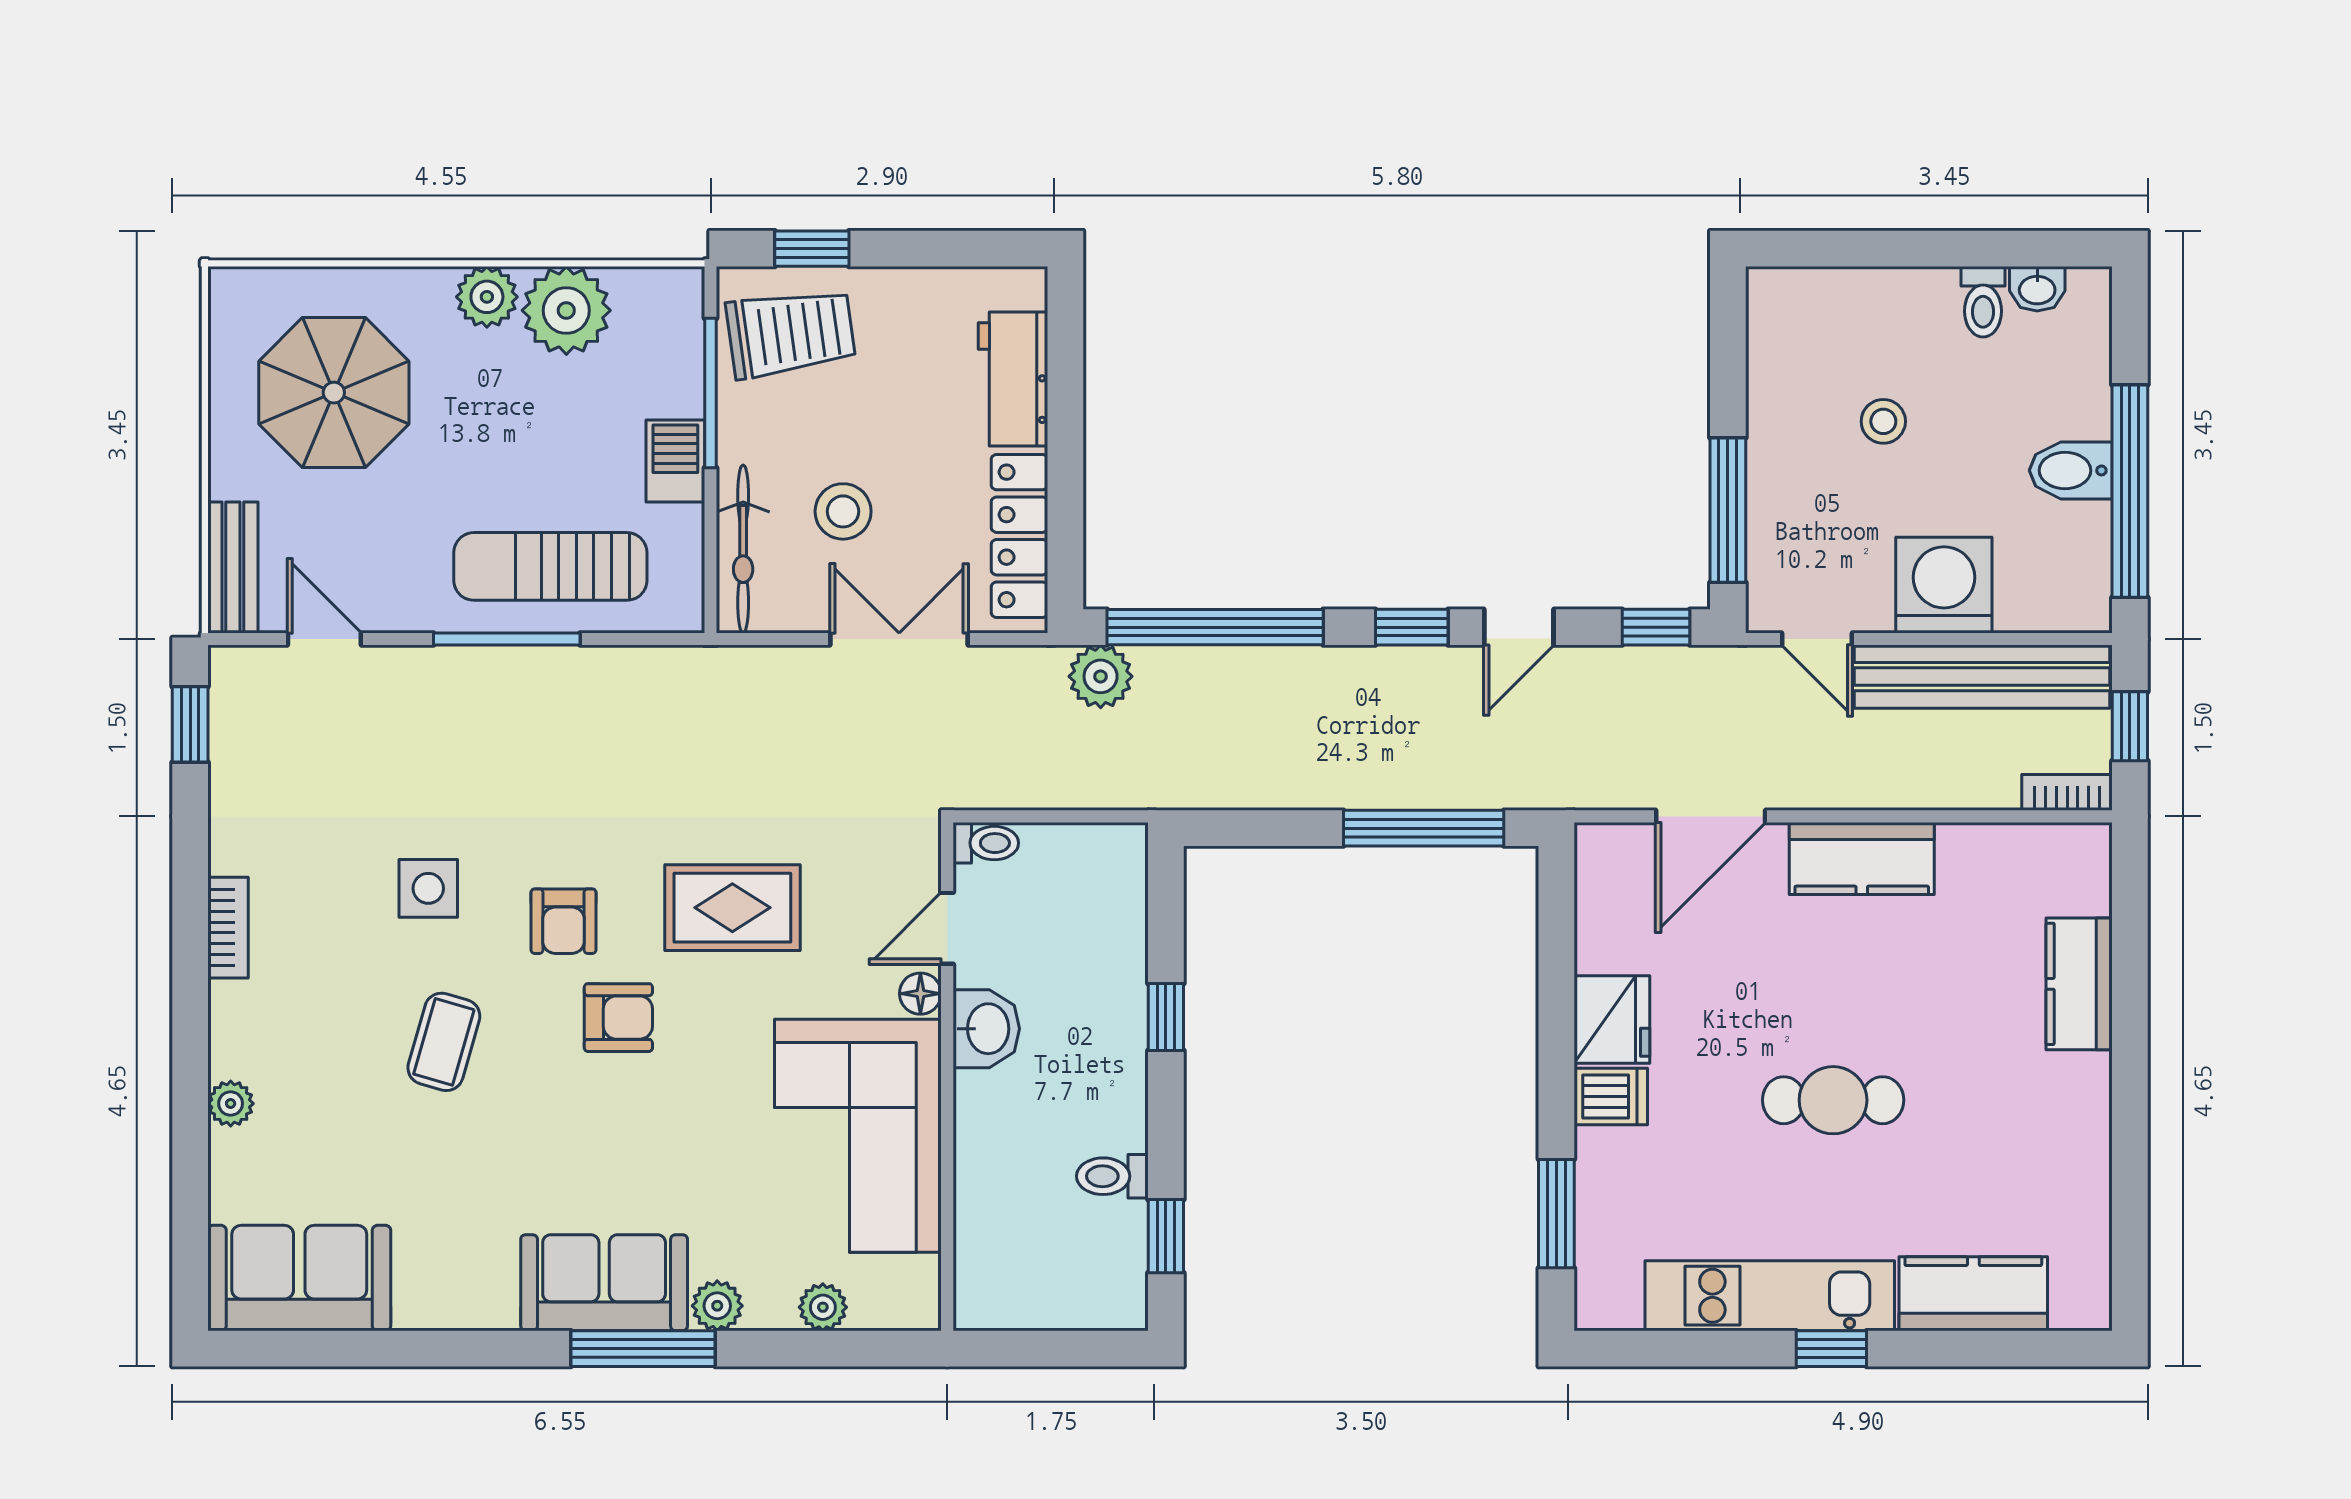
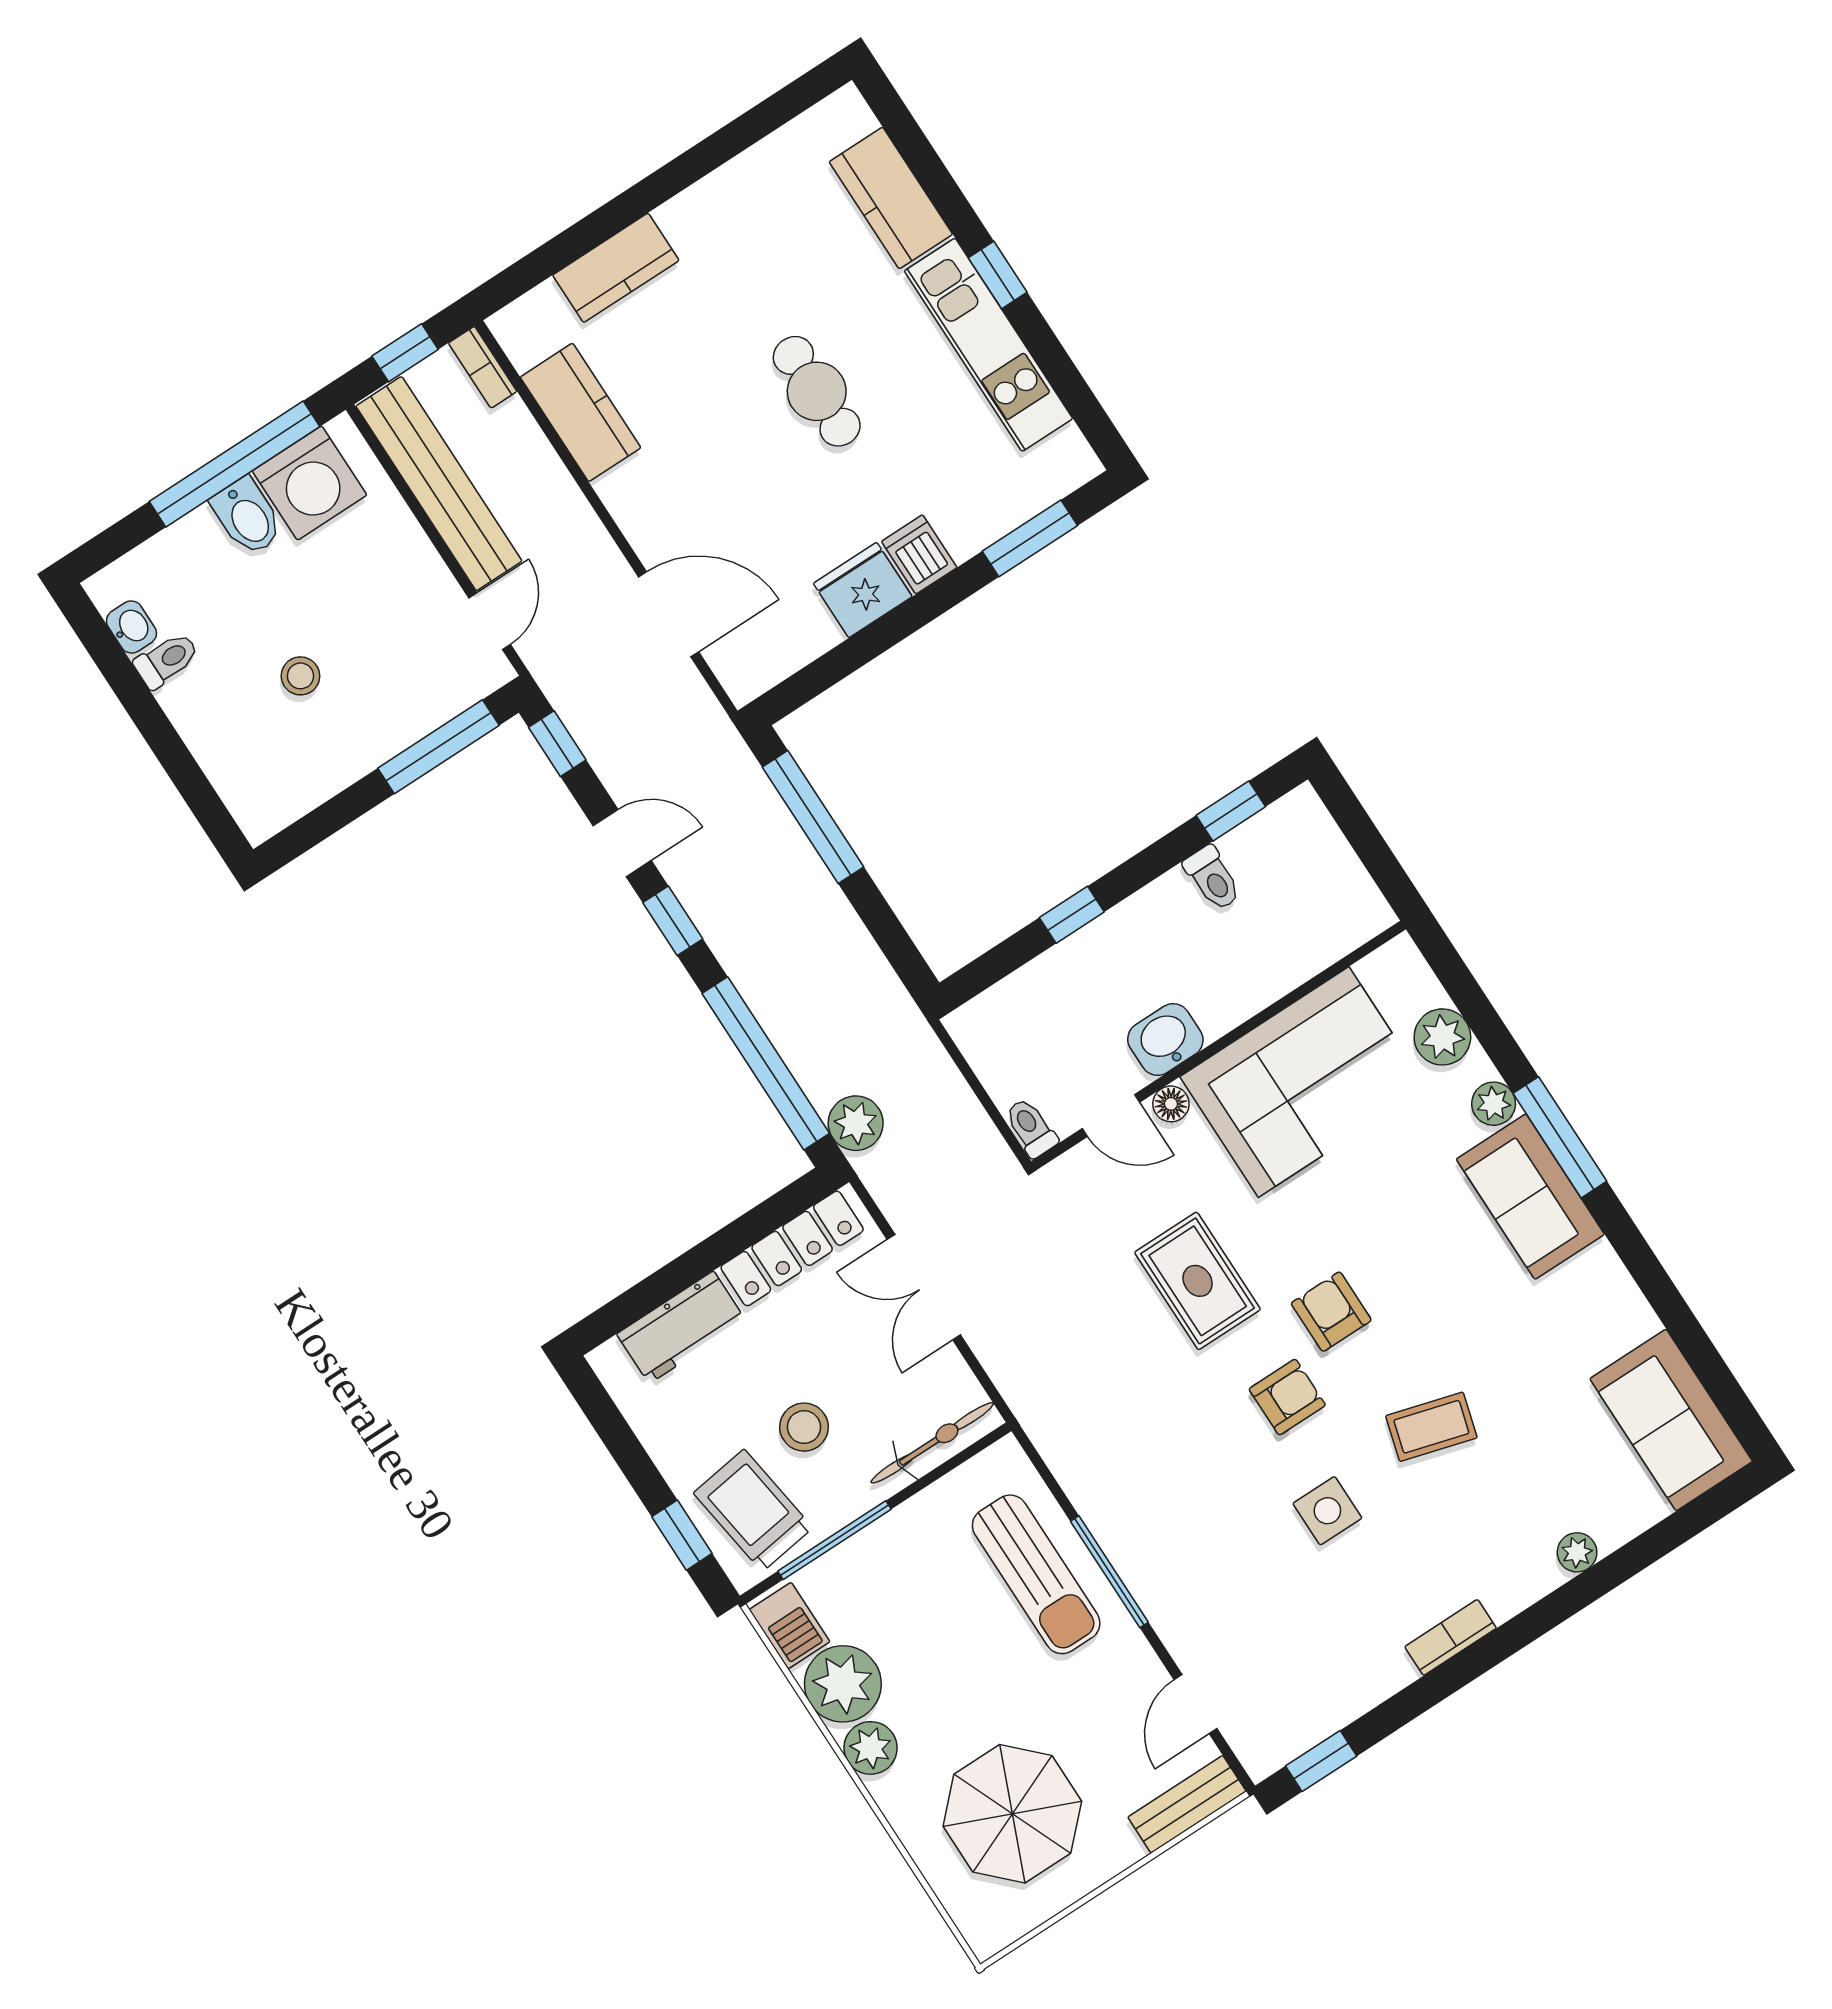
barbecue: (675, 461) -> (789, 1626), moved, turned -90
stool: (843, 511) -> (804, 1427), moved
washing machine: (1944, 585) -> (310, 483), moved, turned -90
kitchen counter: (1862, 858) -> (581, 412), moved
plant: (823, 1307) -> (1442, 1037), width x1.38, depth x1.38

